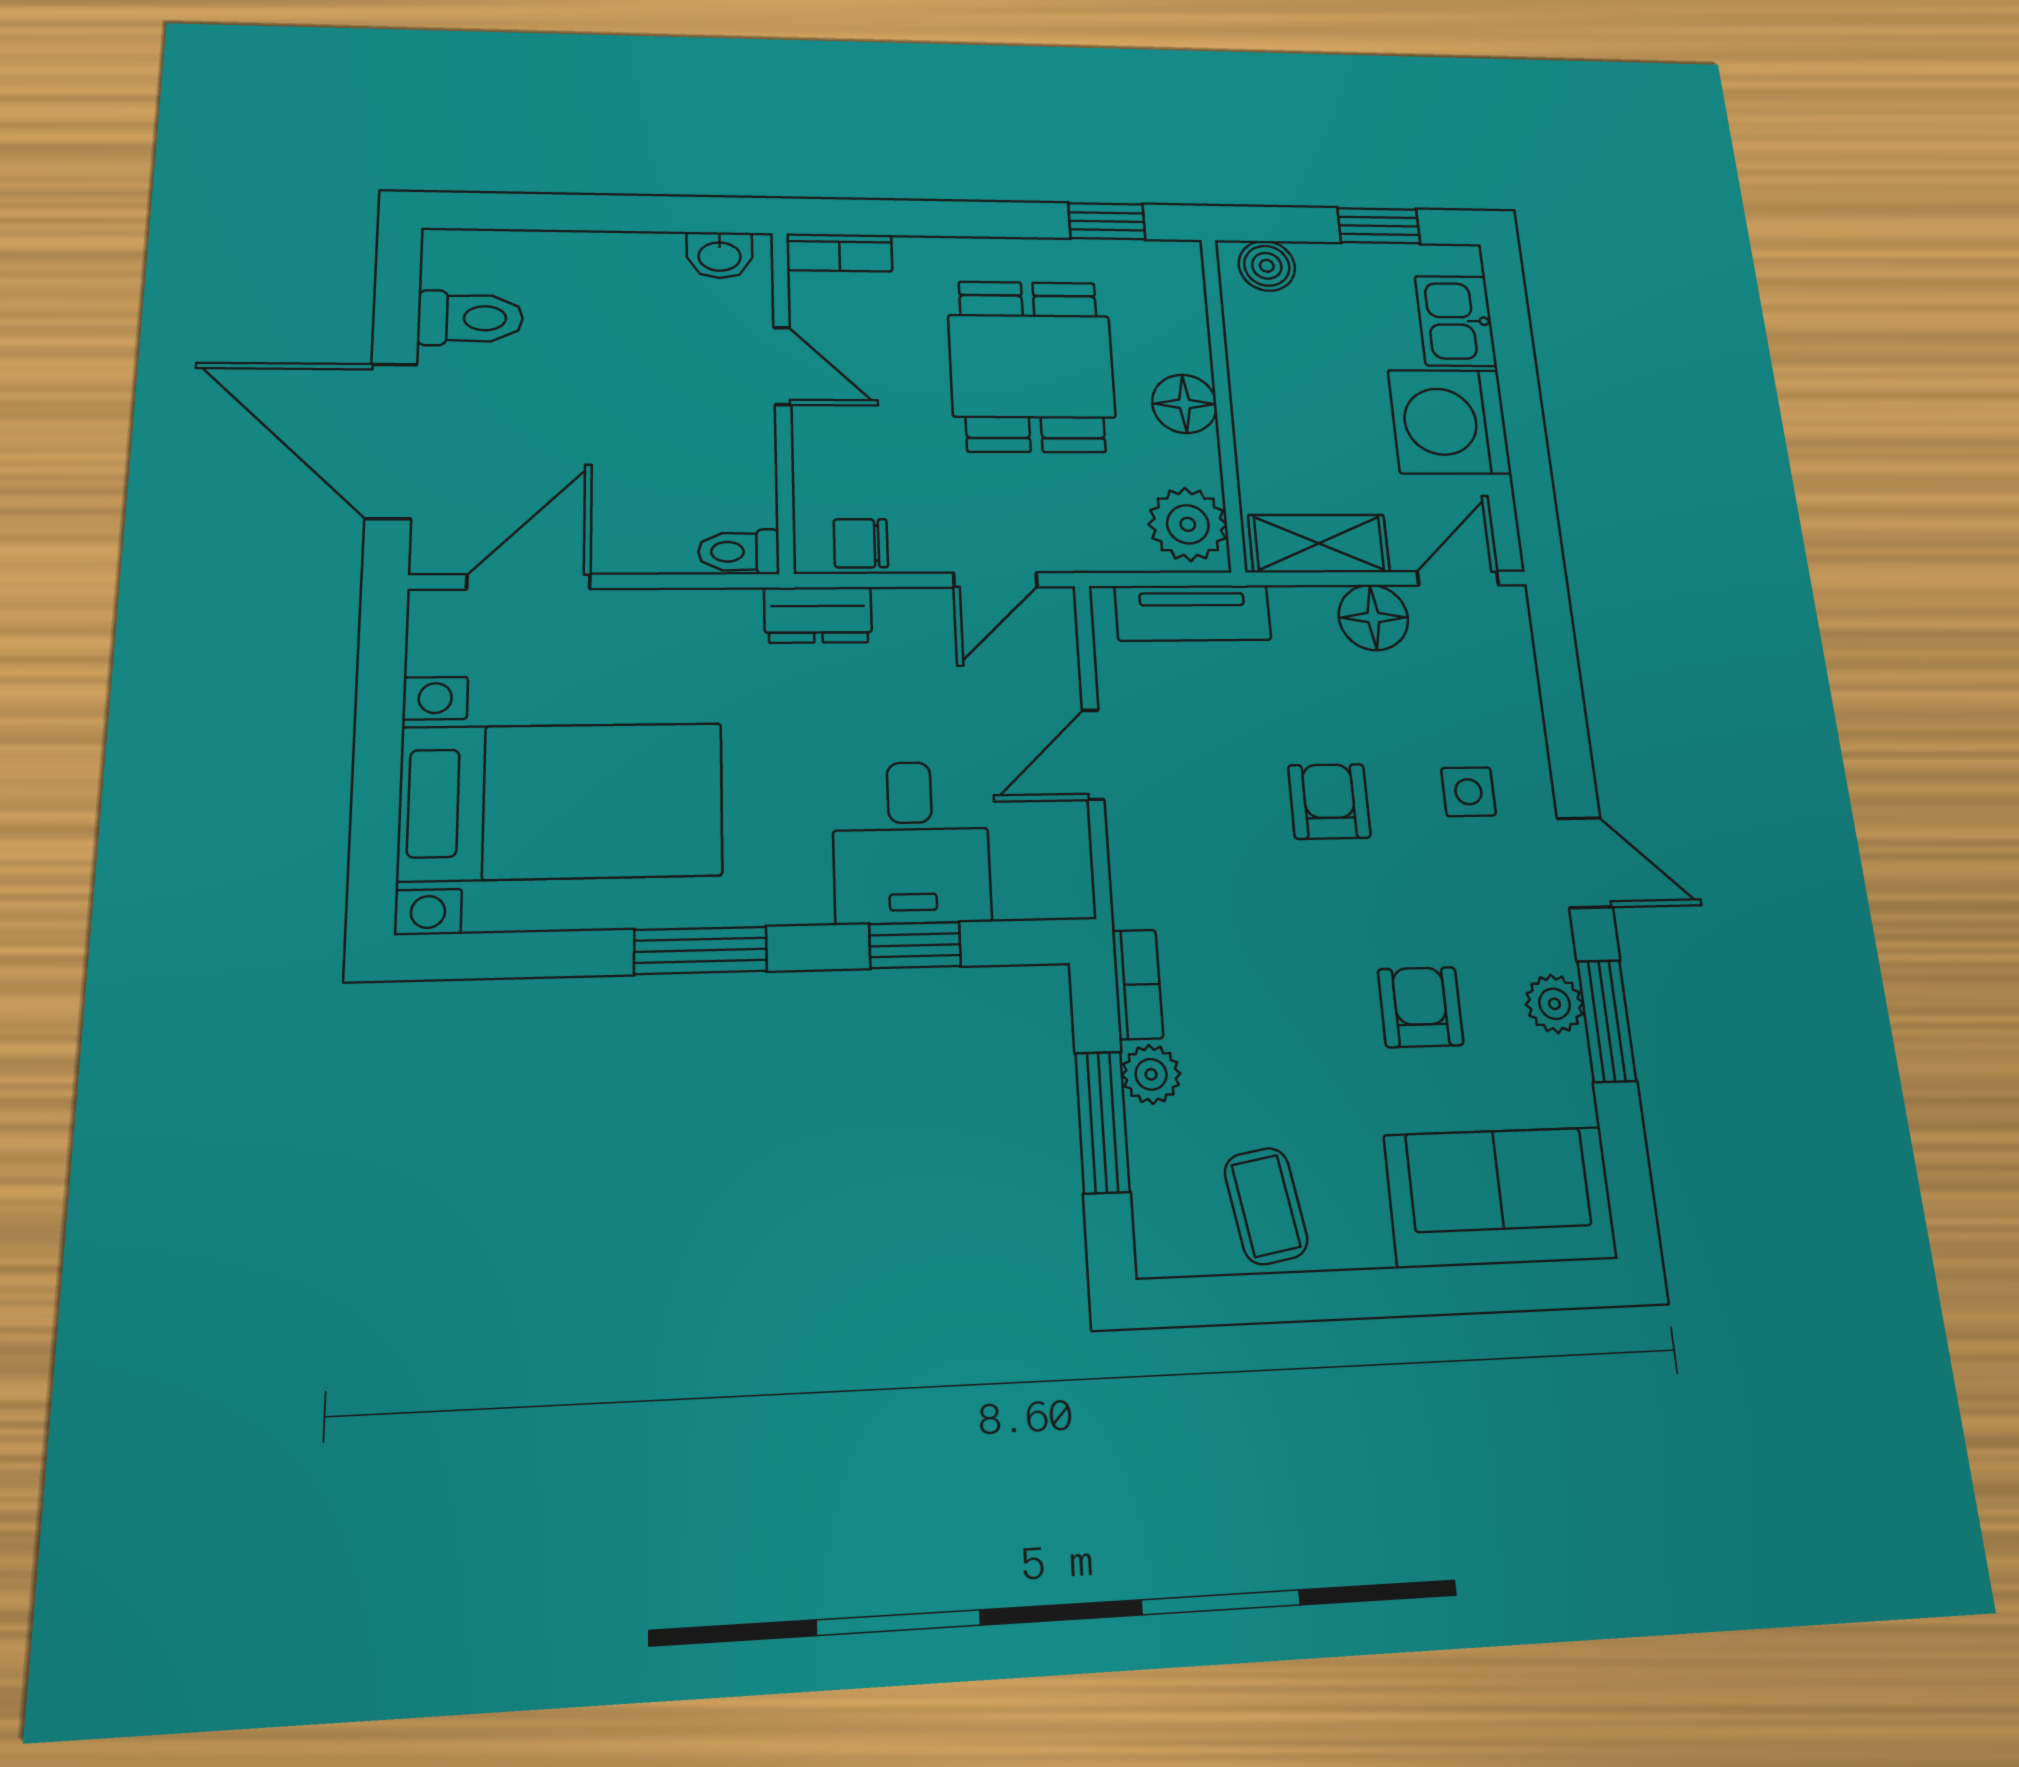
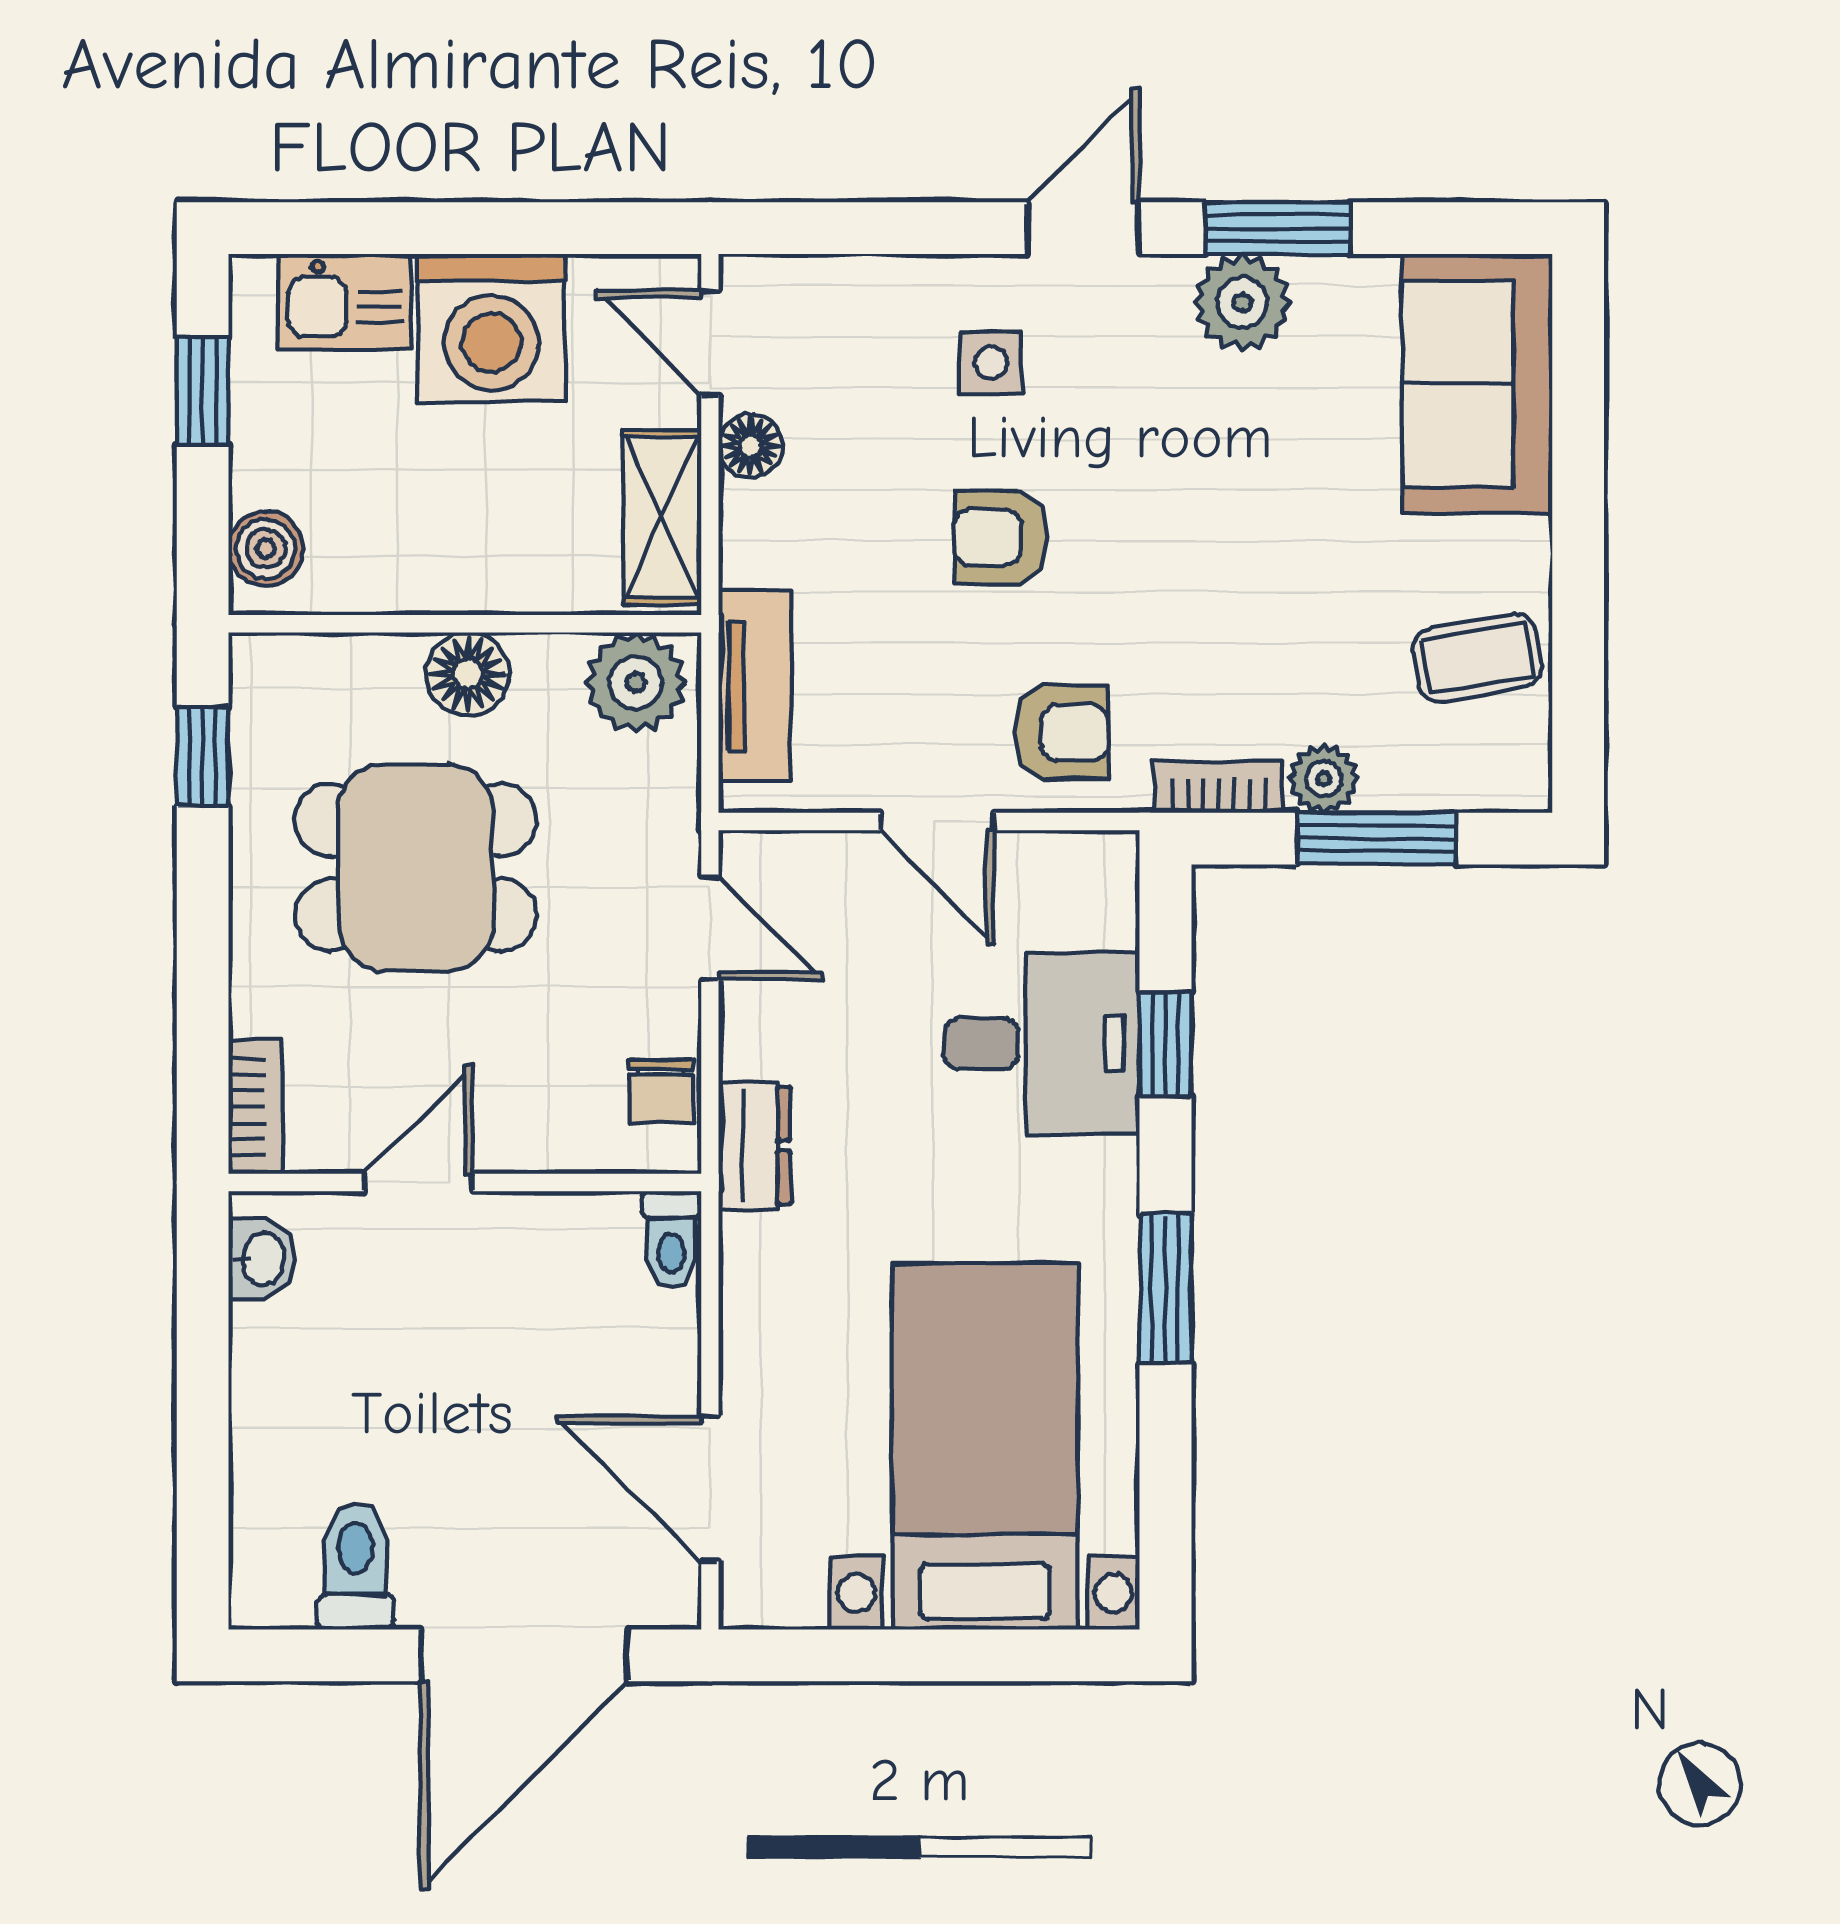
floor lamp: (1373, 617) -> (750, 446), width x0.73, depth x0.73
plant: (1555, 1004) -> (1242, 303), width x1.38, depth x1.38
armchair: (1421, 1007) -> (1062, 732), moved, turned 180

